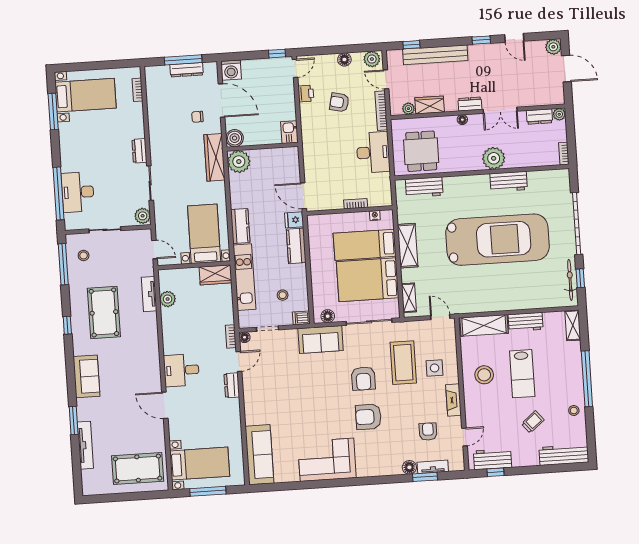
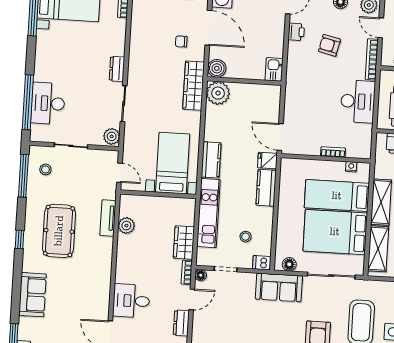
wardrobe: (216, 275) -> (184, 243), moved, turned 90
shelving: (409, 298) -> (378, 249), width x1.50, depth x1.33

